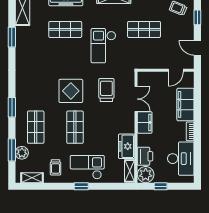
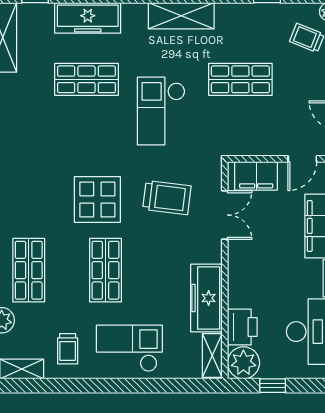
trolley: (106, 90) -> (167, 198), turned 97
filing cabinet: (145, 122) -> (256, 176), moved, turned 90
freezer: (127, 146) -> (206, 298), width x1.40
window: (81, 186) -> (118, 386), removed

